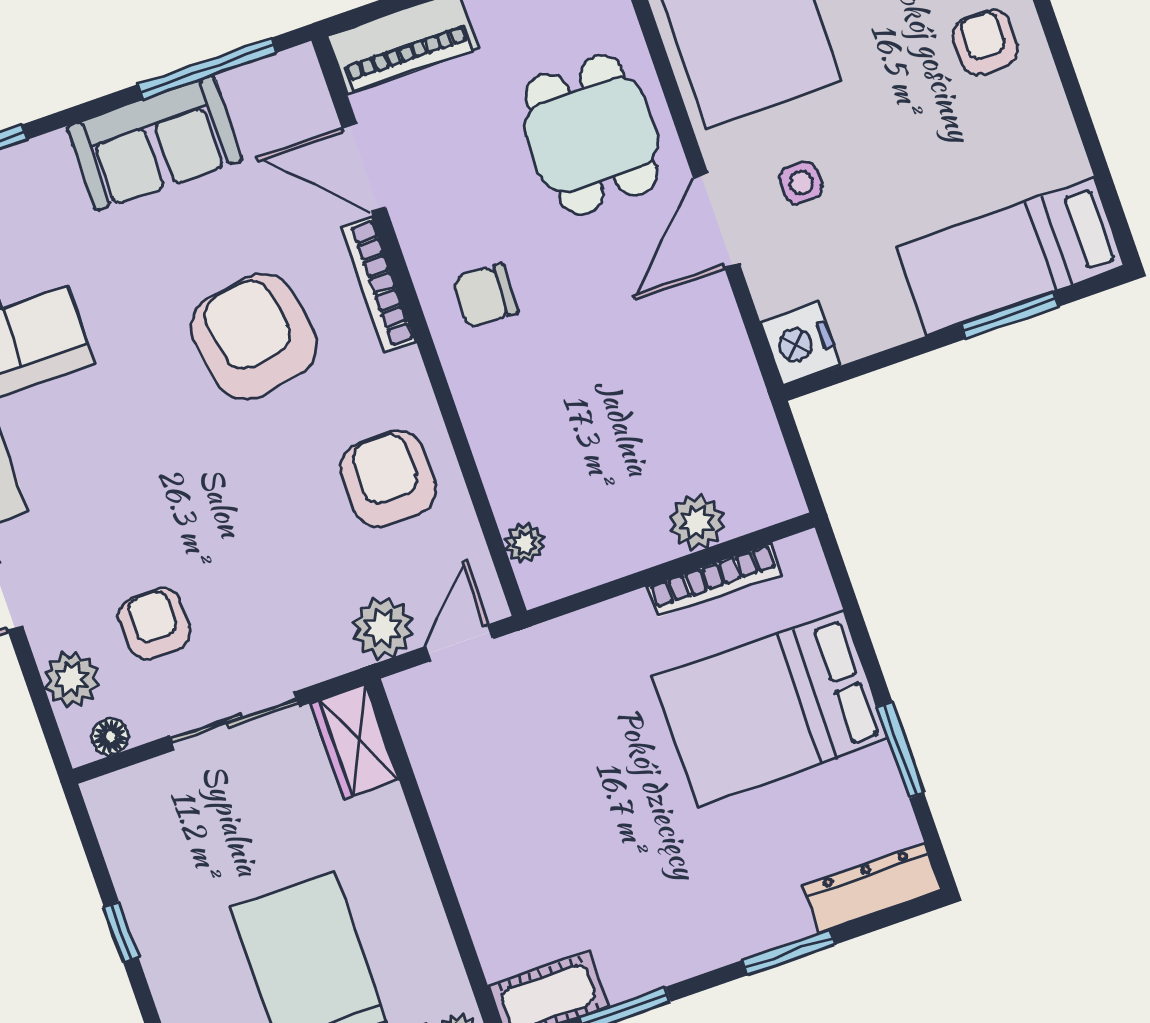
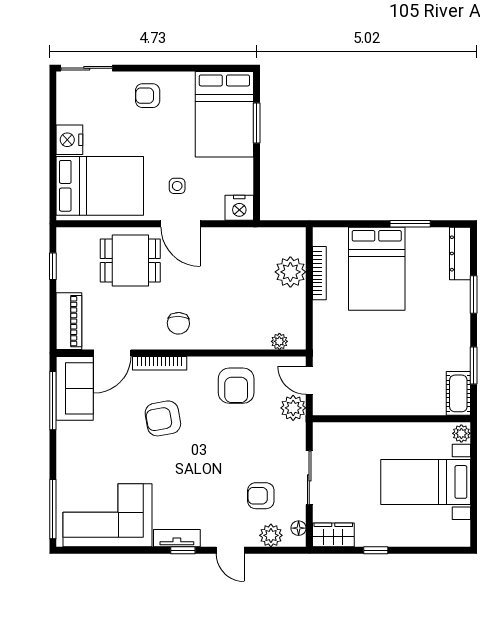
sofa: (155, 143) -> (75, 388), moved
bed: (1011, 256) -> (224, 114), width x1.50
armchair: (254, 336) -> (163, 418), width x0.73, depth x0.73
armchair: (388, 479) -> (236, 386), turned -90
plant: (697, 522) -> (290, 272), width x1.36, depth x1.36
wardrobe: (355, 741) -> (333, 535), moved, turned 180

